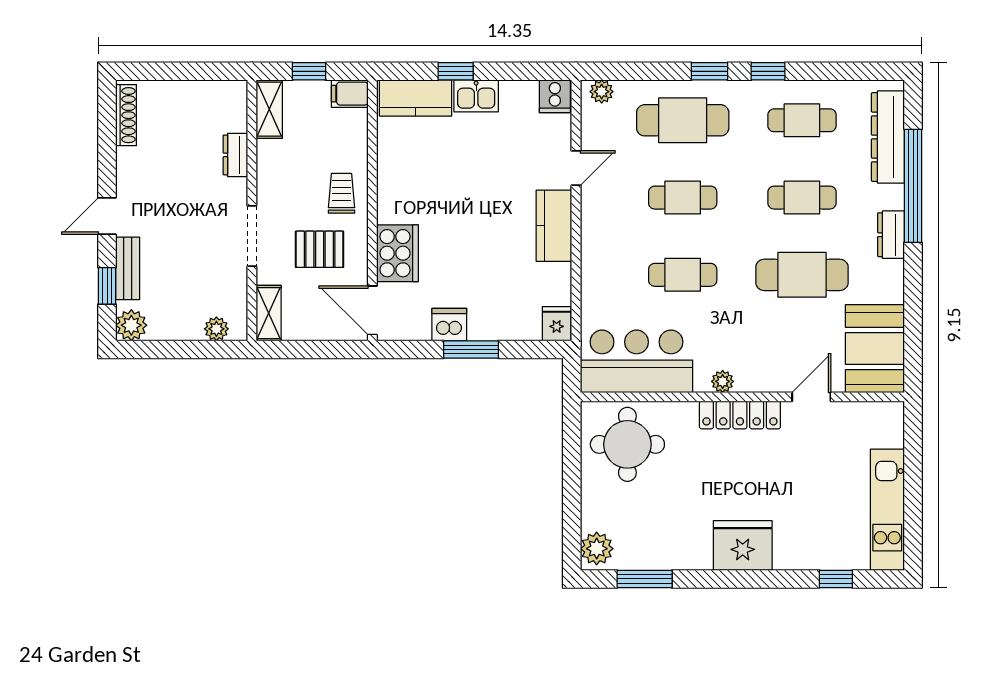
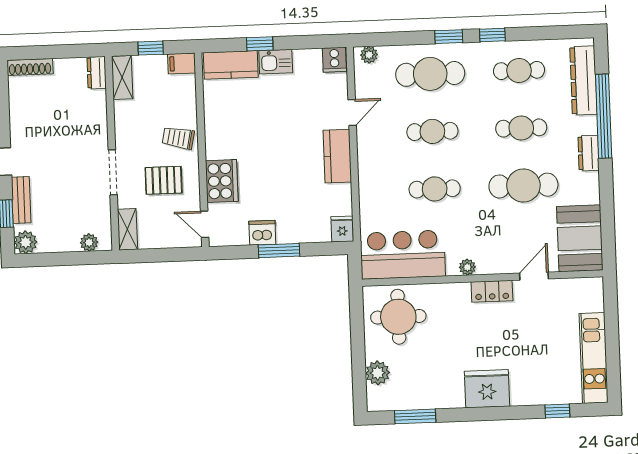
shoe rack: (126, 115) -> (30, 67), moved, turned 90
dresser: (235, 155) -> (97, 73), moved
trolley: (341, 193) -> (178, 138), turned -78
door: (372, 310) -> (205, 224), width x0.73
locker: (740, 415) -> (492, 291), width x0.66
plant: (597, 549) -> (378, 373), moved

